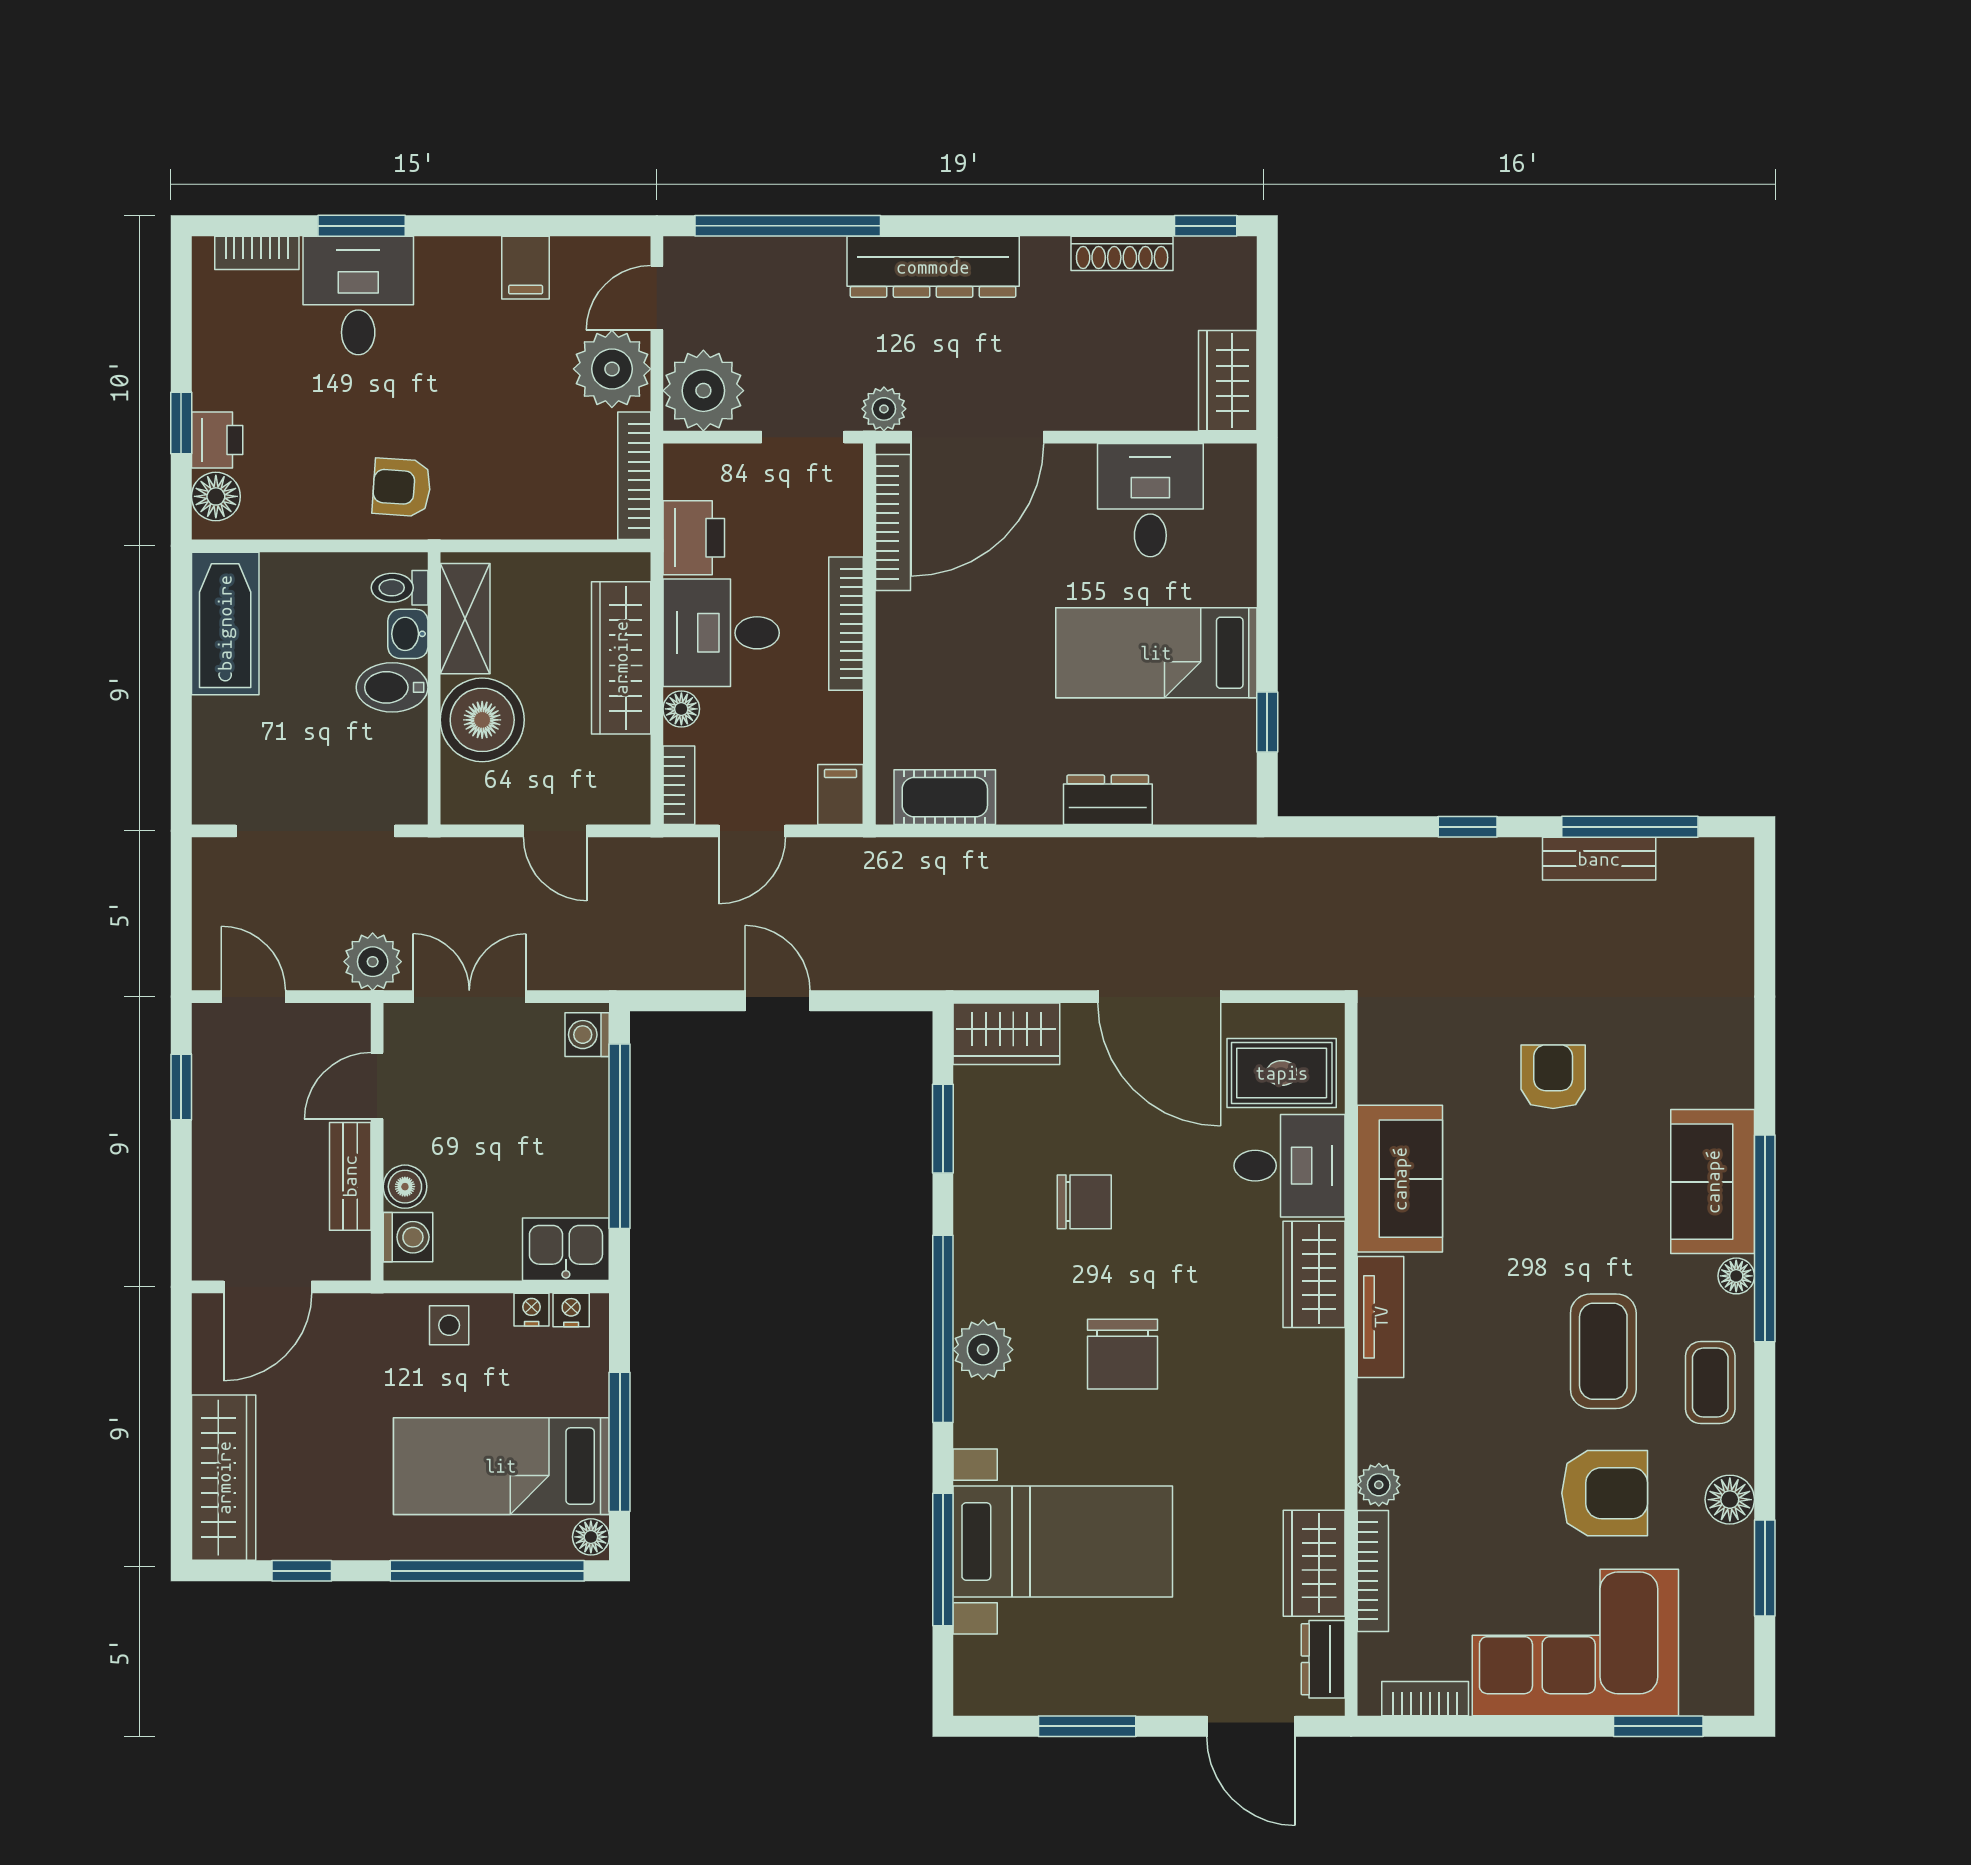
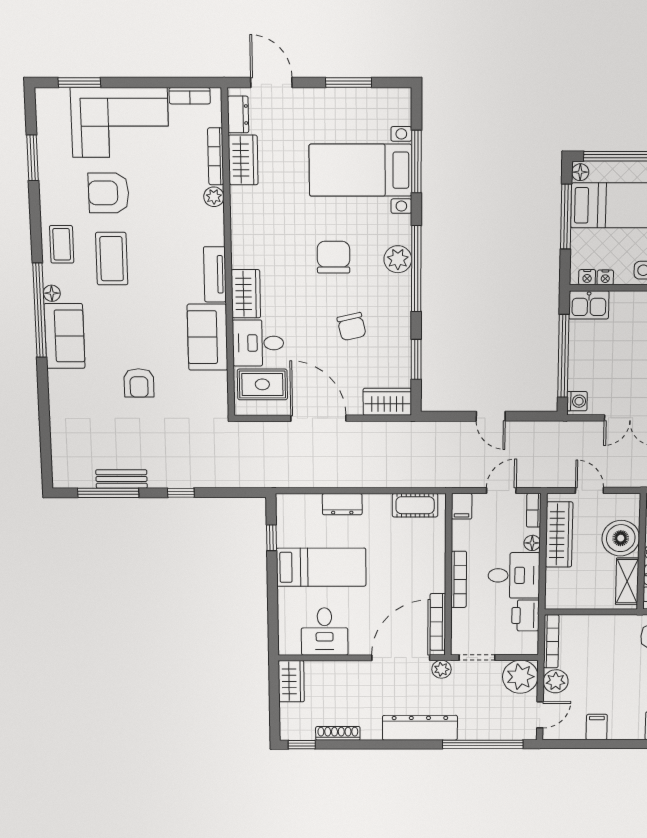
plant: (612, 369) -> (556, 681), width x0.73, depth x0.73
wardrobe: (621, 658) -> (559, 534), moved
chair: (1084, 1202) -> (352, 327), turned -103
floor lamp: (1730, 1500) -> (50, 190), removed

